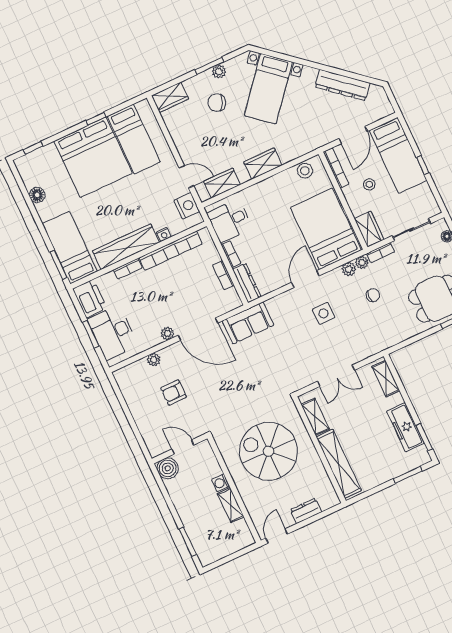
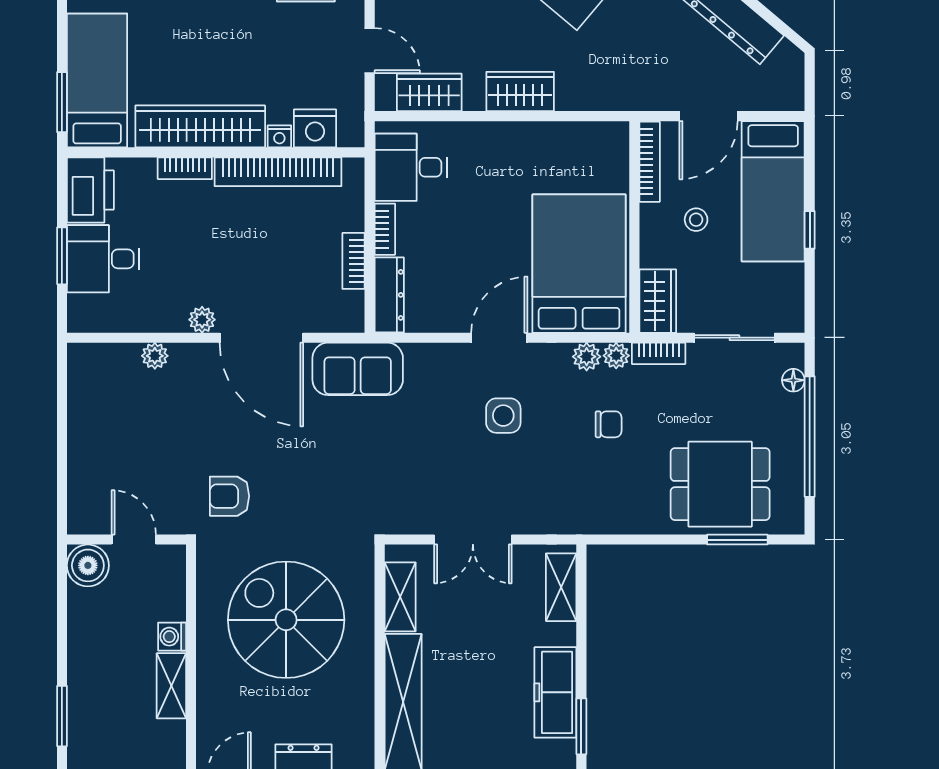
stool: (305, 171) -> (590, 140), removed
nightstand: (187, 206) -> (315, 128), moved, turned 90
desk: (113, 332) -> (103, 259), width x0.73
armchair: (174, 392) -> (230, 496), moved

